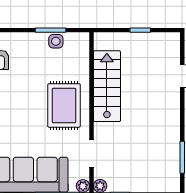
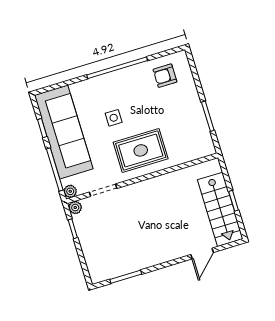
side table: (56, 41) -> (114, 118), moved
stairs: (107, 86) -> (220, 209), moved, turned 90

